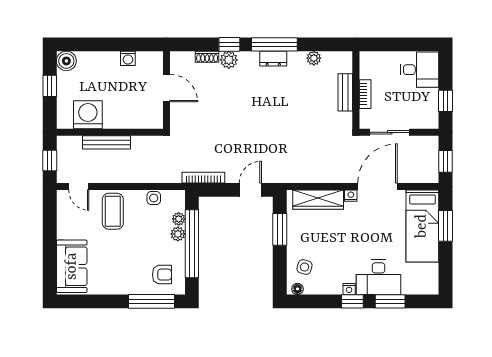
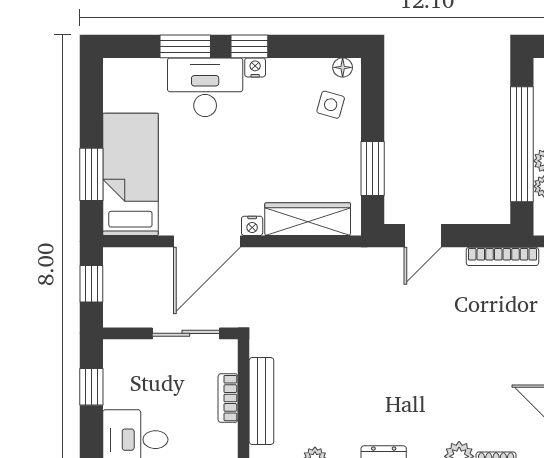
bench: (345, 92) -> (261, 401), width x1.36

